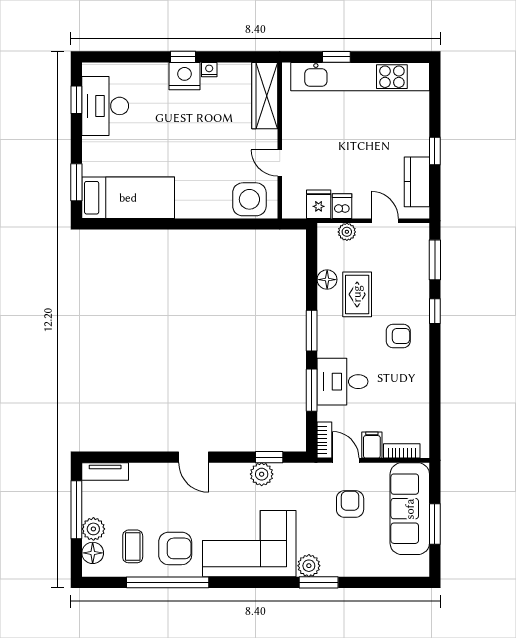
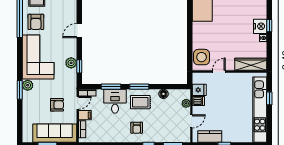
rug: (357, 294) -> (140, 102), moved

